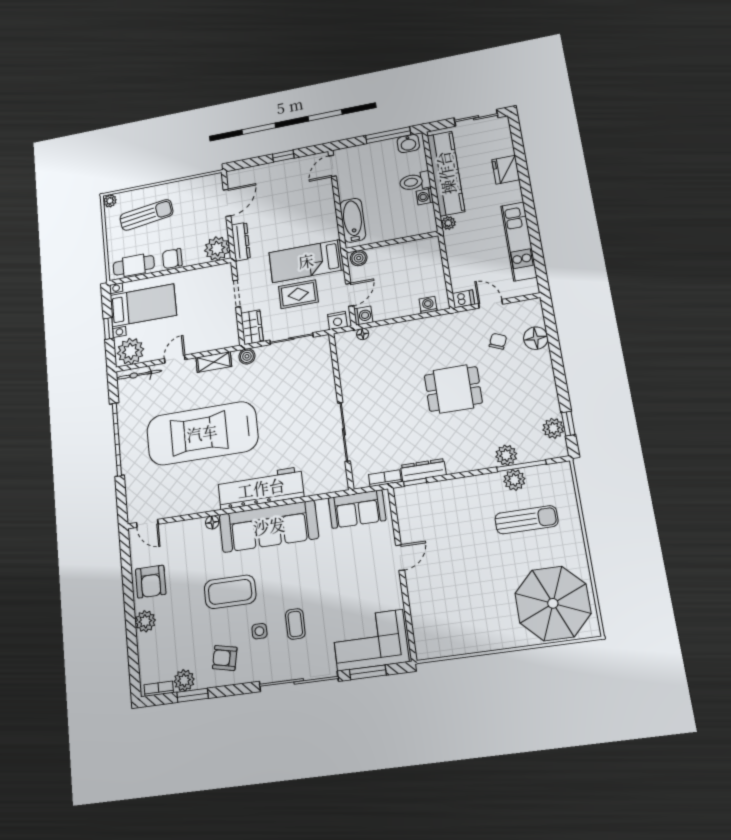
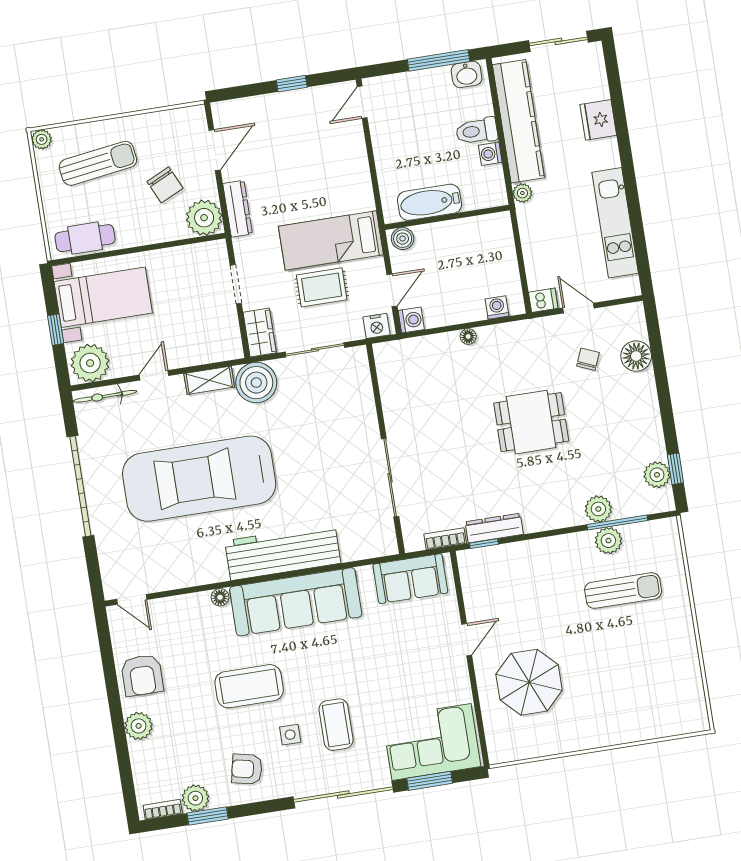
bathtub: (353, 220) -> (429, 202), moved, turned -90
chair: (172, 259) -> (165, 185), moved, turned -115
floor lamp: (363, 334) -> (468, 336), moved
boiler: (247, 356) -> (256, 383), width x1.86, depth x1.86
parasol: (553, 603) -> (529, 682), moved, width x0.73, depth x0.73
coffee table: (295, 624) -> (336, 725), width x1.36, depth x1.30

